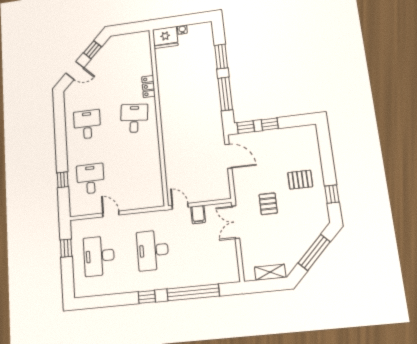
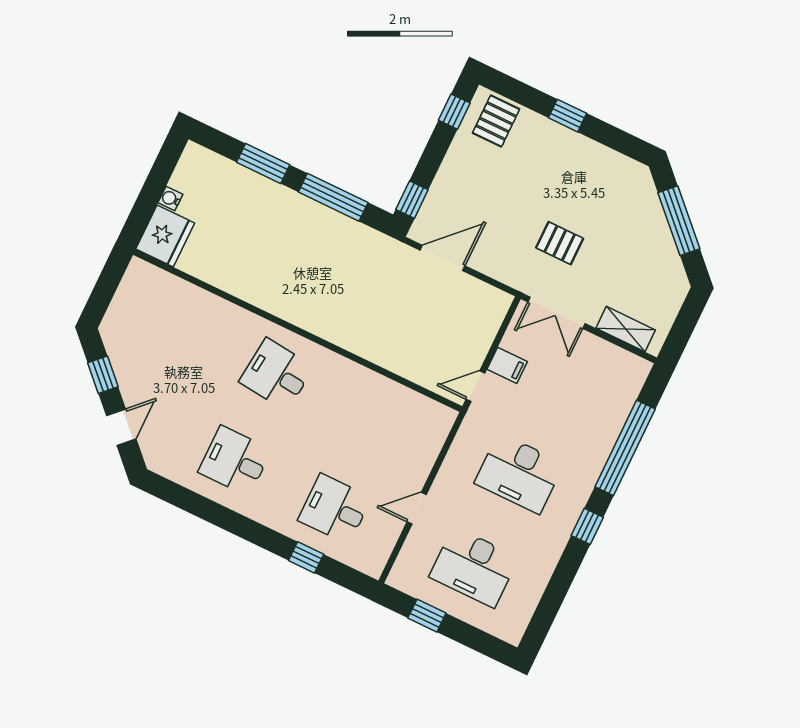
locker: (148, 87) -> (236, 317), removed
window: (270, 124) -> (454, 112), moved
pallet: (300, 180) -> (496, 121), moved
window: (332, 194) -> (568, 116), moved
shelving: (270, 272) -> (626, 329), moved, turned 90

